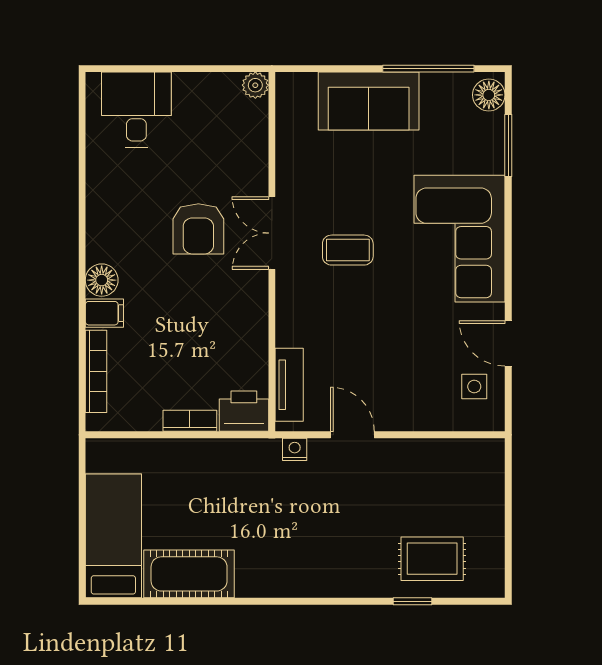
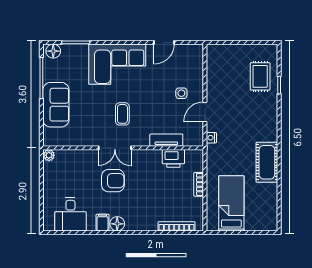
desk: (136, 110) -> (70, 214), moved, turned -90
floor lamp: (102, 280) -> (117, 224), moved
filing cabinet: (104, 313) -> (102, 223), moved
tv unit: (289, 385) -> (166, 140), moved
side table: (474, 387) -> (181, 93), moved
printer: (244, 411) -> (173, 158), moved, turned -90
bed: (113, 536) -> (231, 203), moved, turned 90
cot: (189, 574) -> (267, 162), moved

